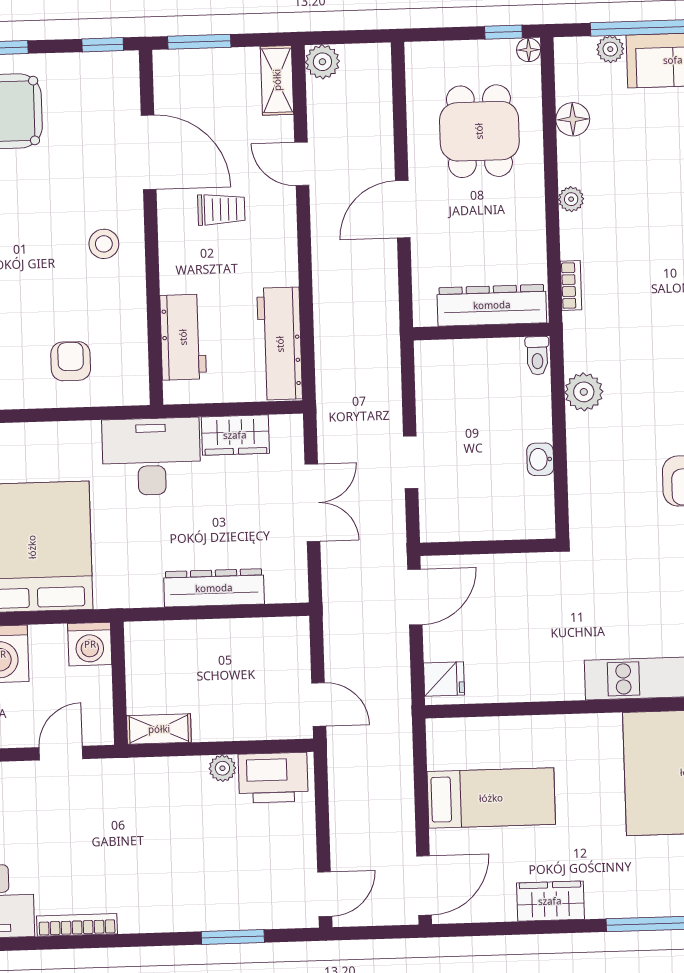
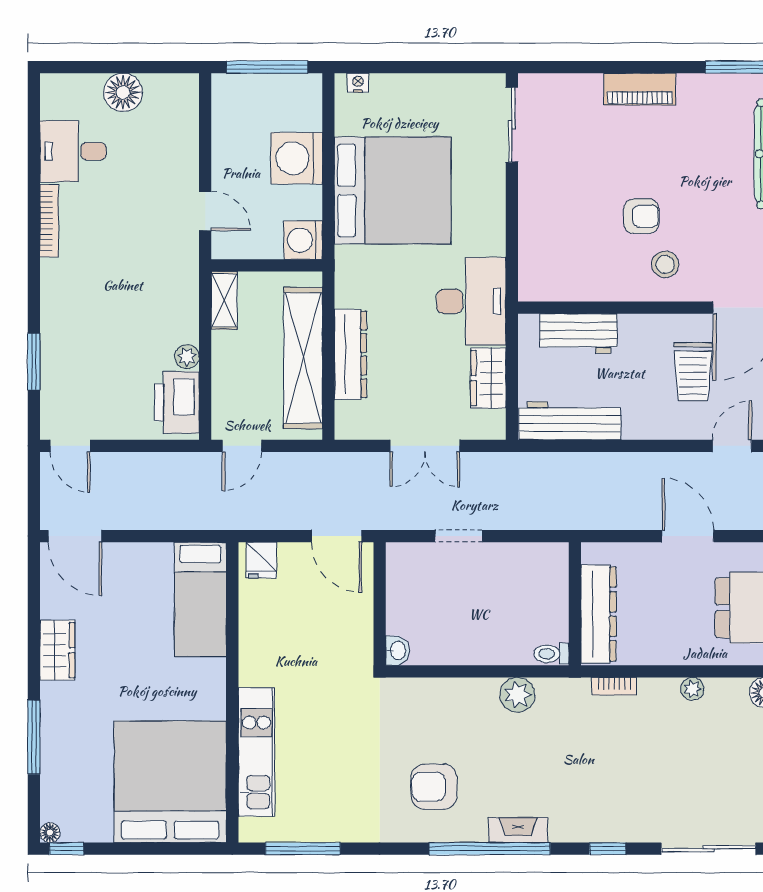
trolley: (221, 209) -> (693, 372), width x1.36, depth x1.39
armchair: (71, 361) -> (641, 216), moved
washbasin: (540, 459) -> (397, 651), moved, turned 90
shelving: (220, 640) -> (303, 358), added
bed: (491, 798) -> (200, 599), moved

